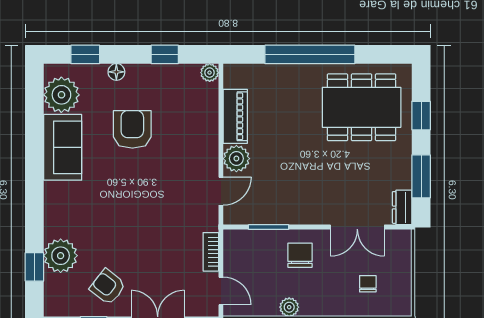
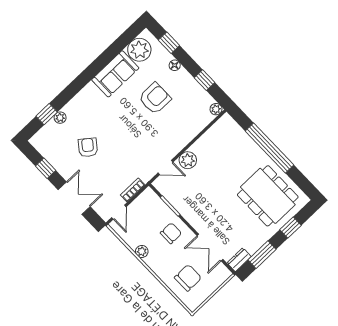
piano: (235, 116) -> (207, 141), removed
plant: (61, 256) -> (60, 118), width x0.53, depth x0.53
chair: (368, 284) -> (188, 278), width x1.87, depth x1.87
armchair: (108, 287) -> (88, 147), moved

